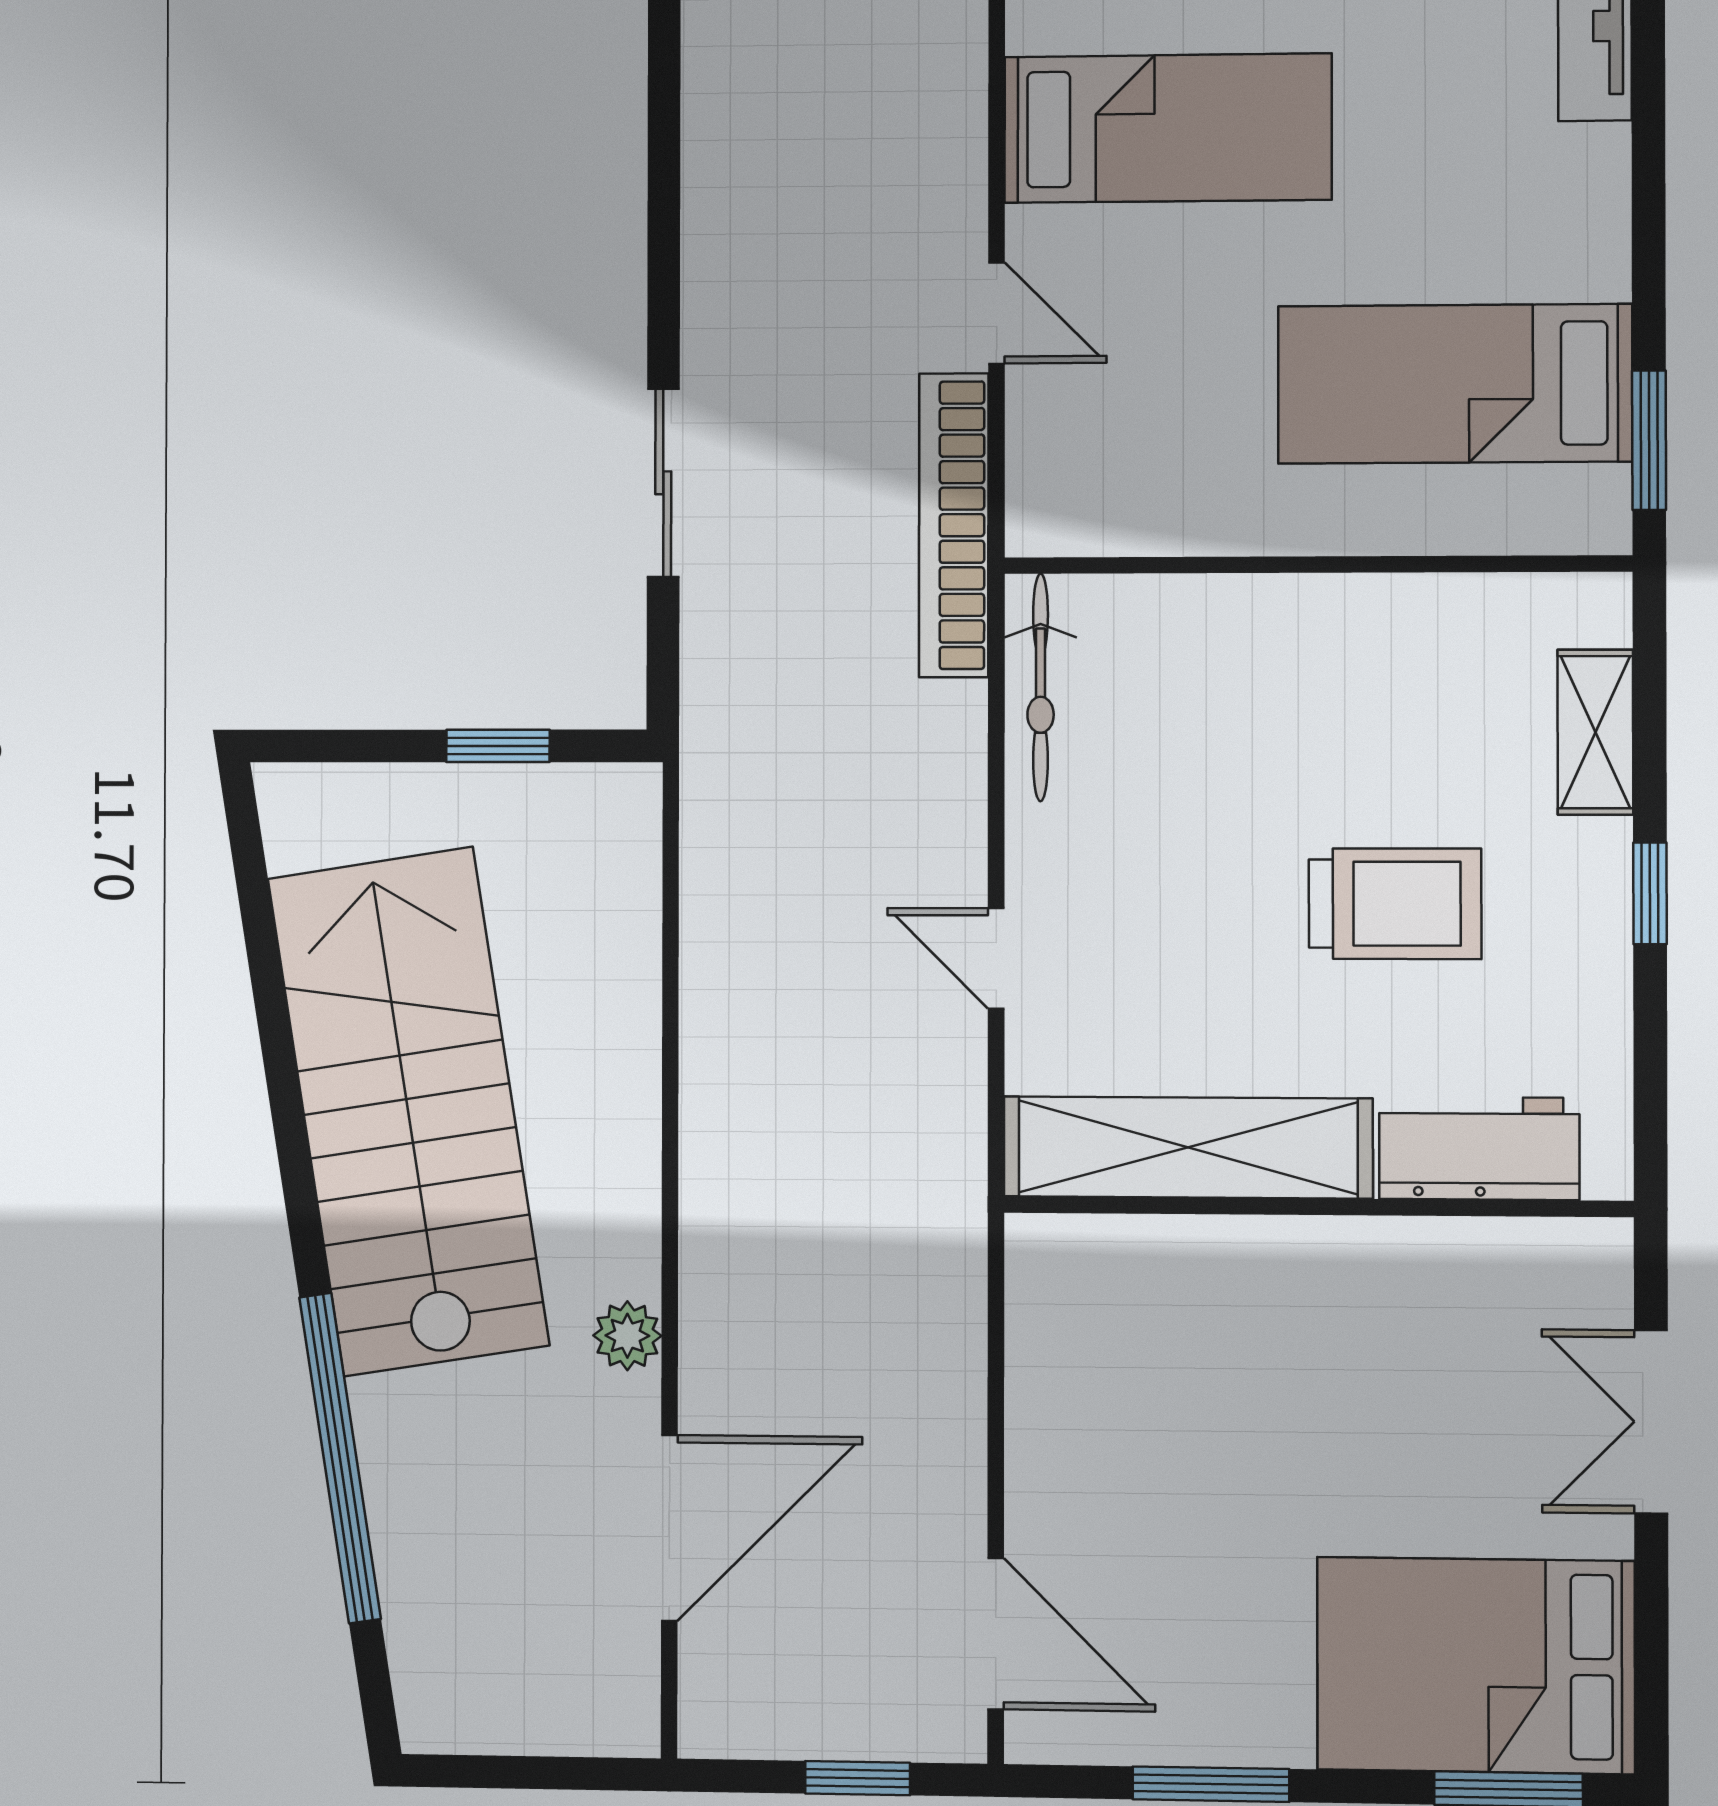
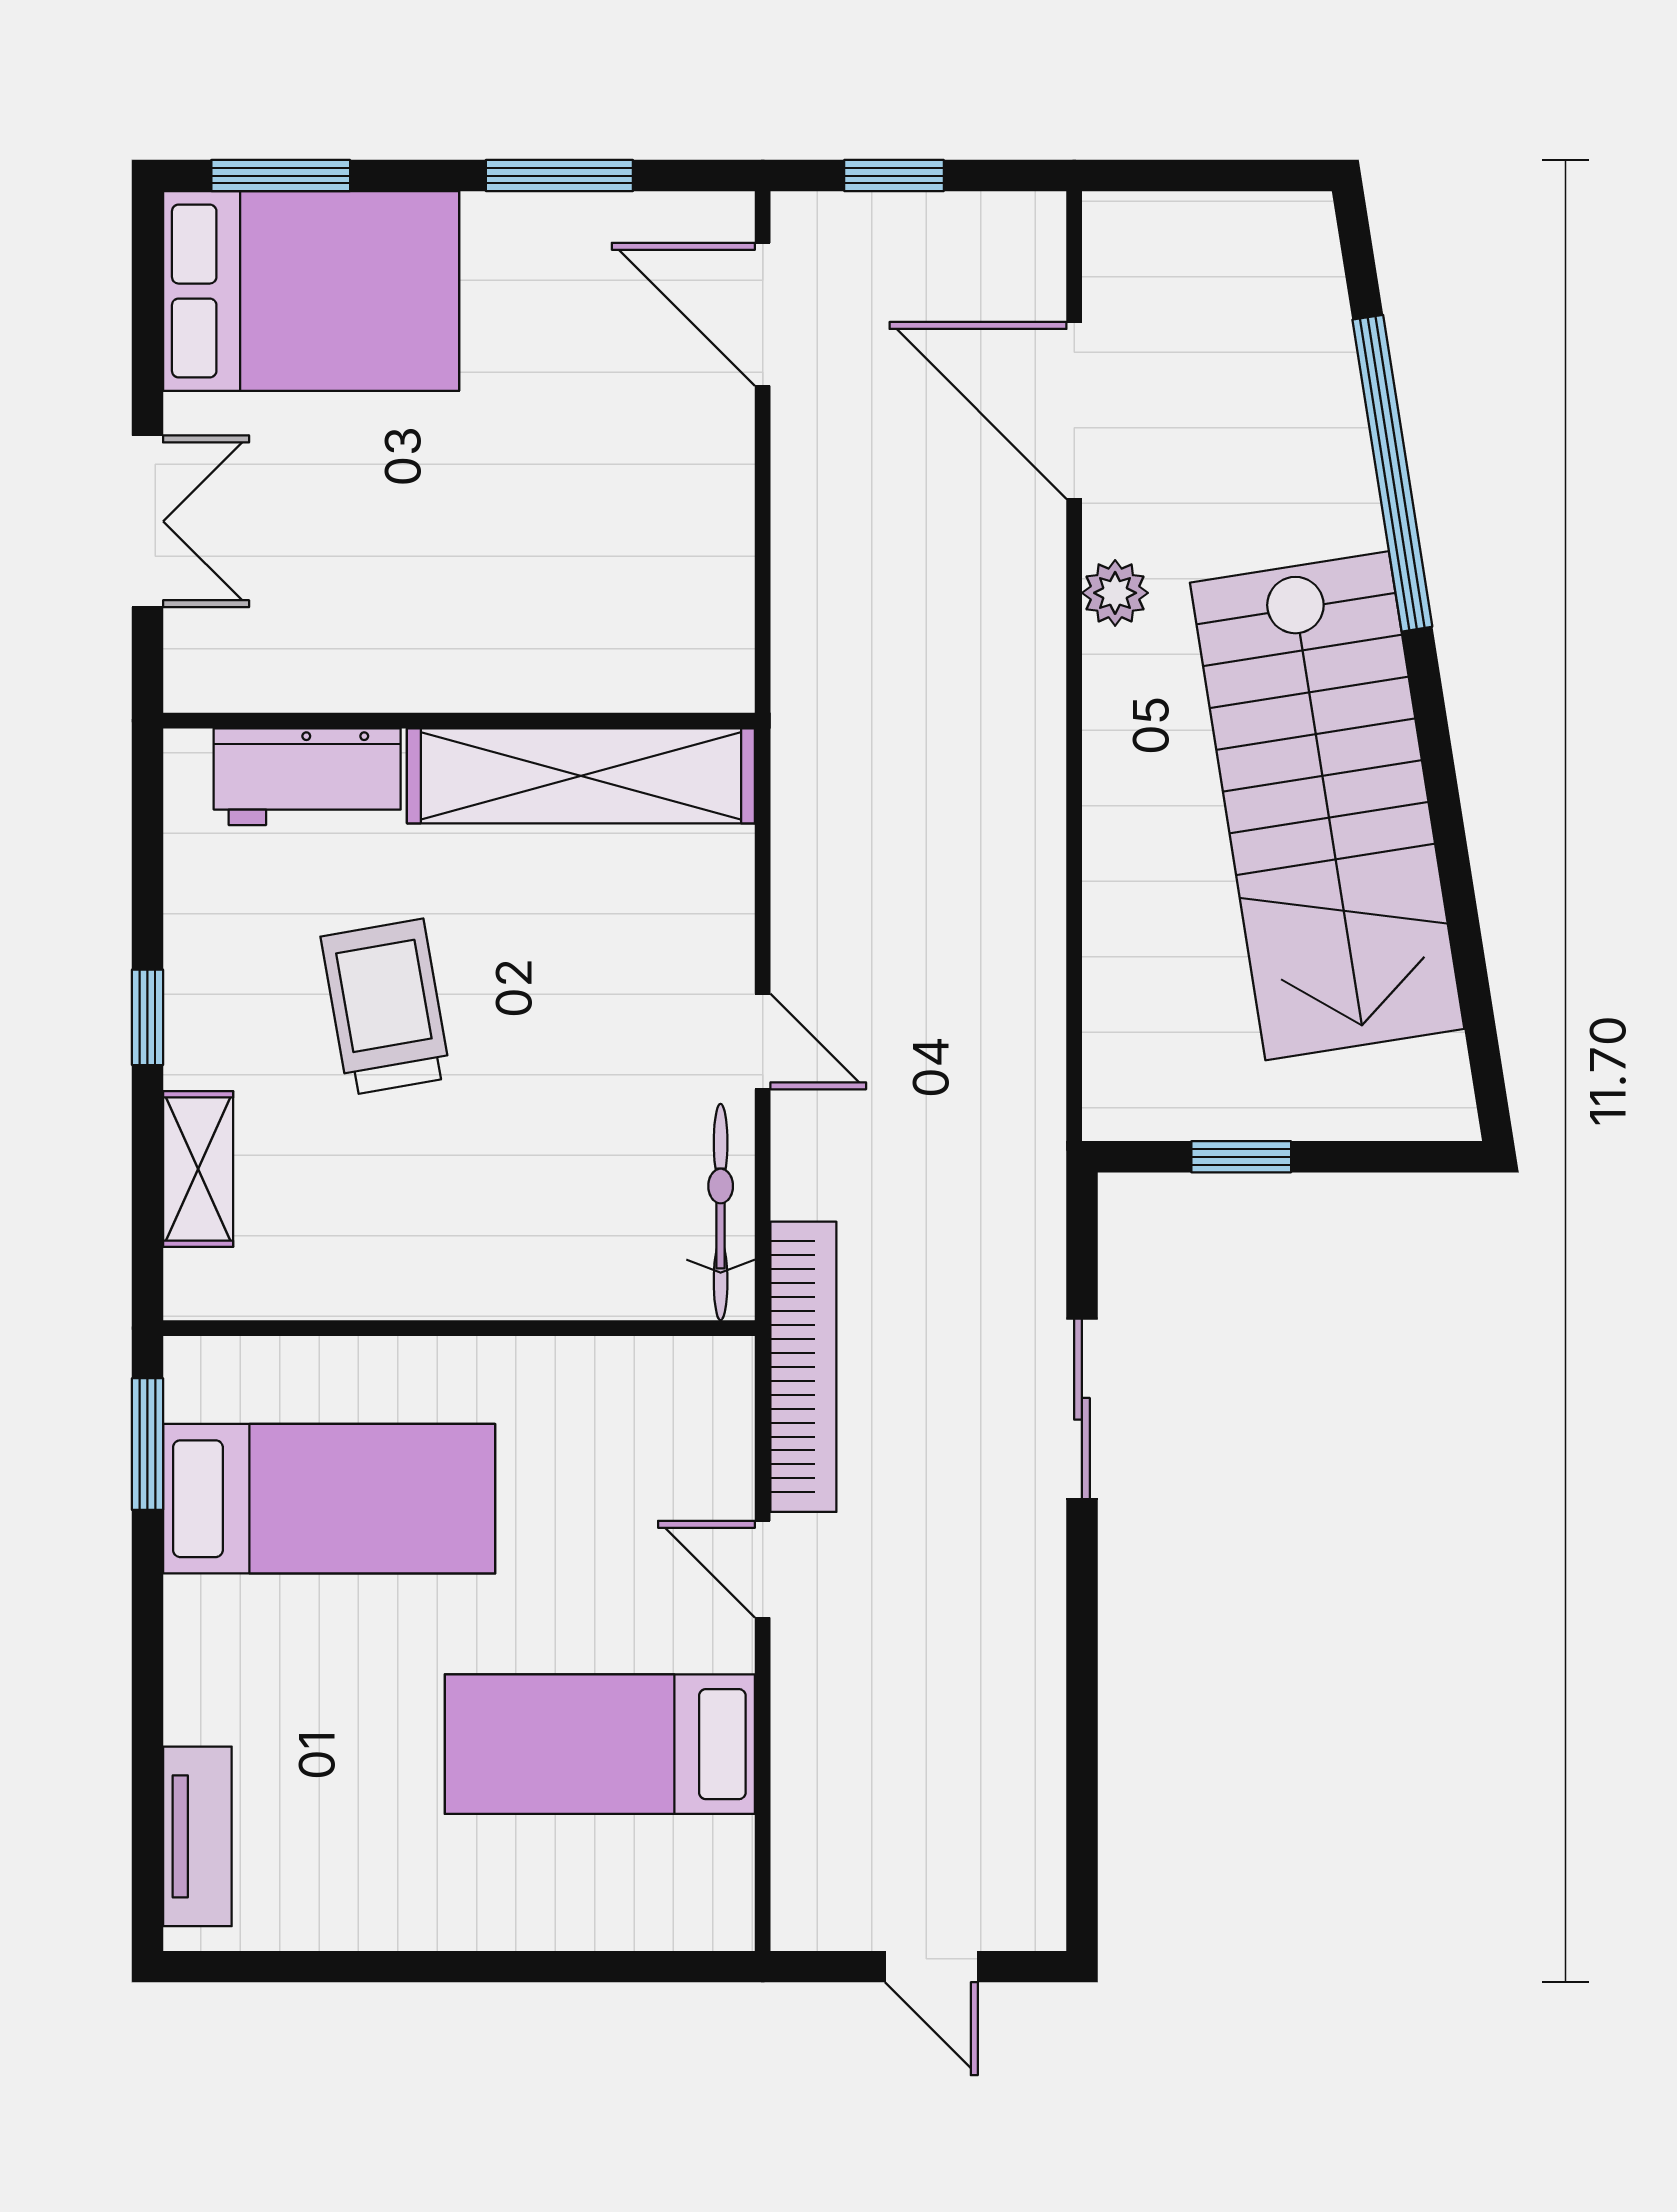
trolley: (1395, 904) -> (386, 1007), turned 80
door: (996, 958) -> (763, 1042), moved
door: (669, 1528) -> (1074, 410), hinge flipped

